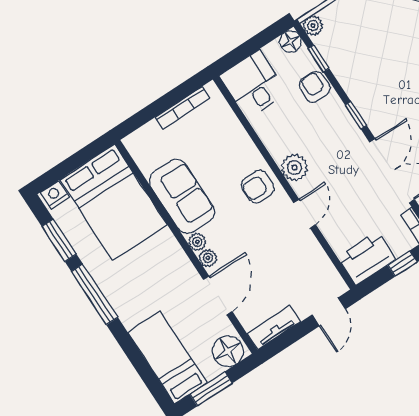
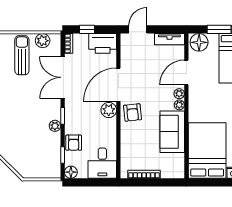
plant: (313, 26) -> (55, 126), moved
armchair: (258, 186) -> (132, 113), turned 84
door: (305, 214) -> (118, 85), width x1.88

